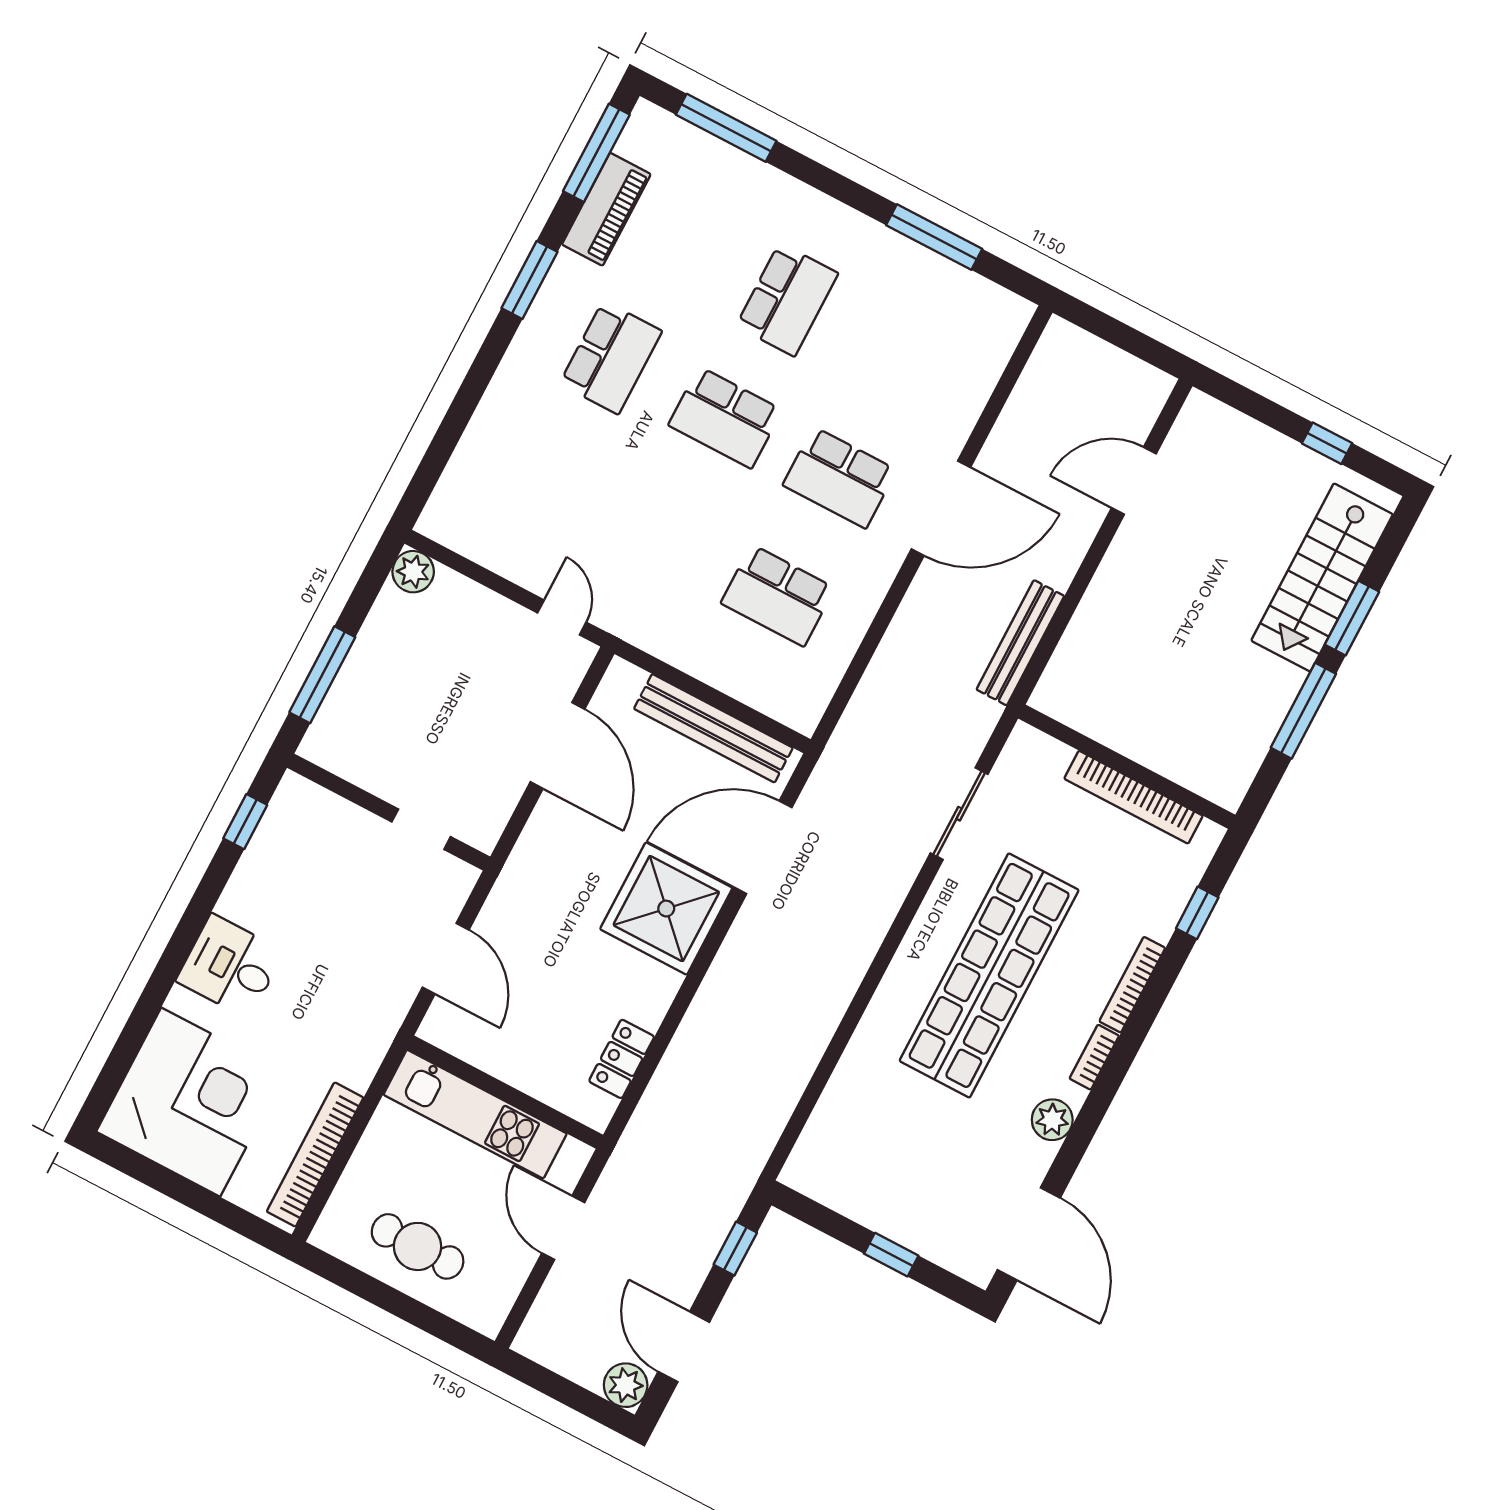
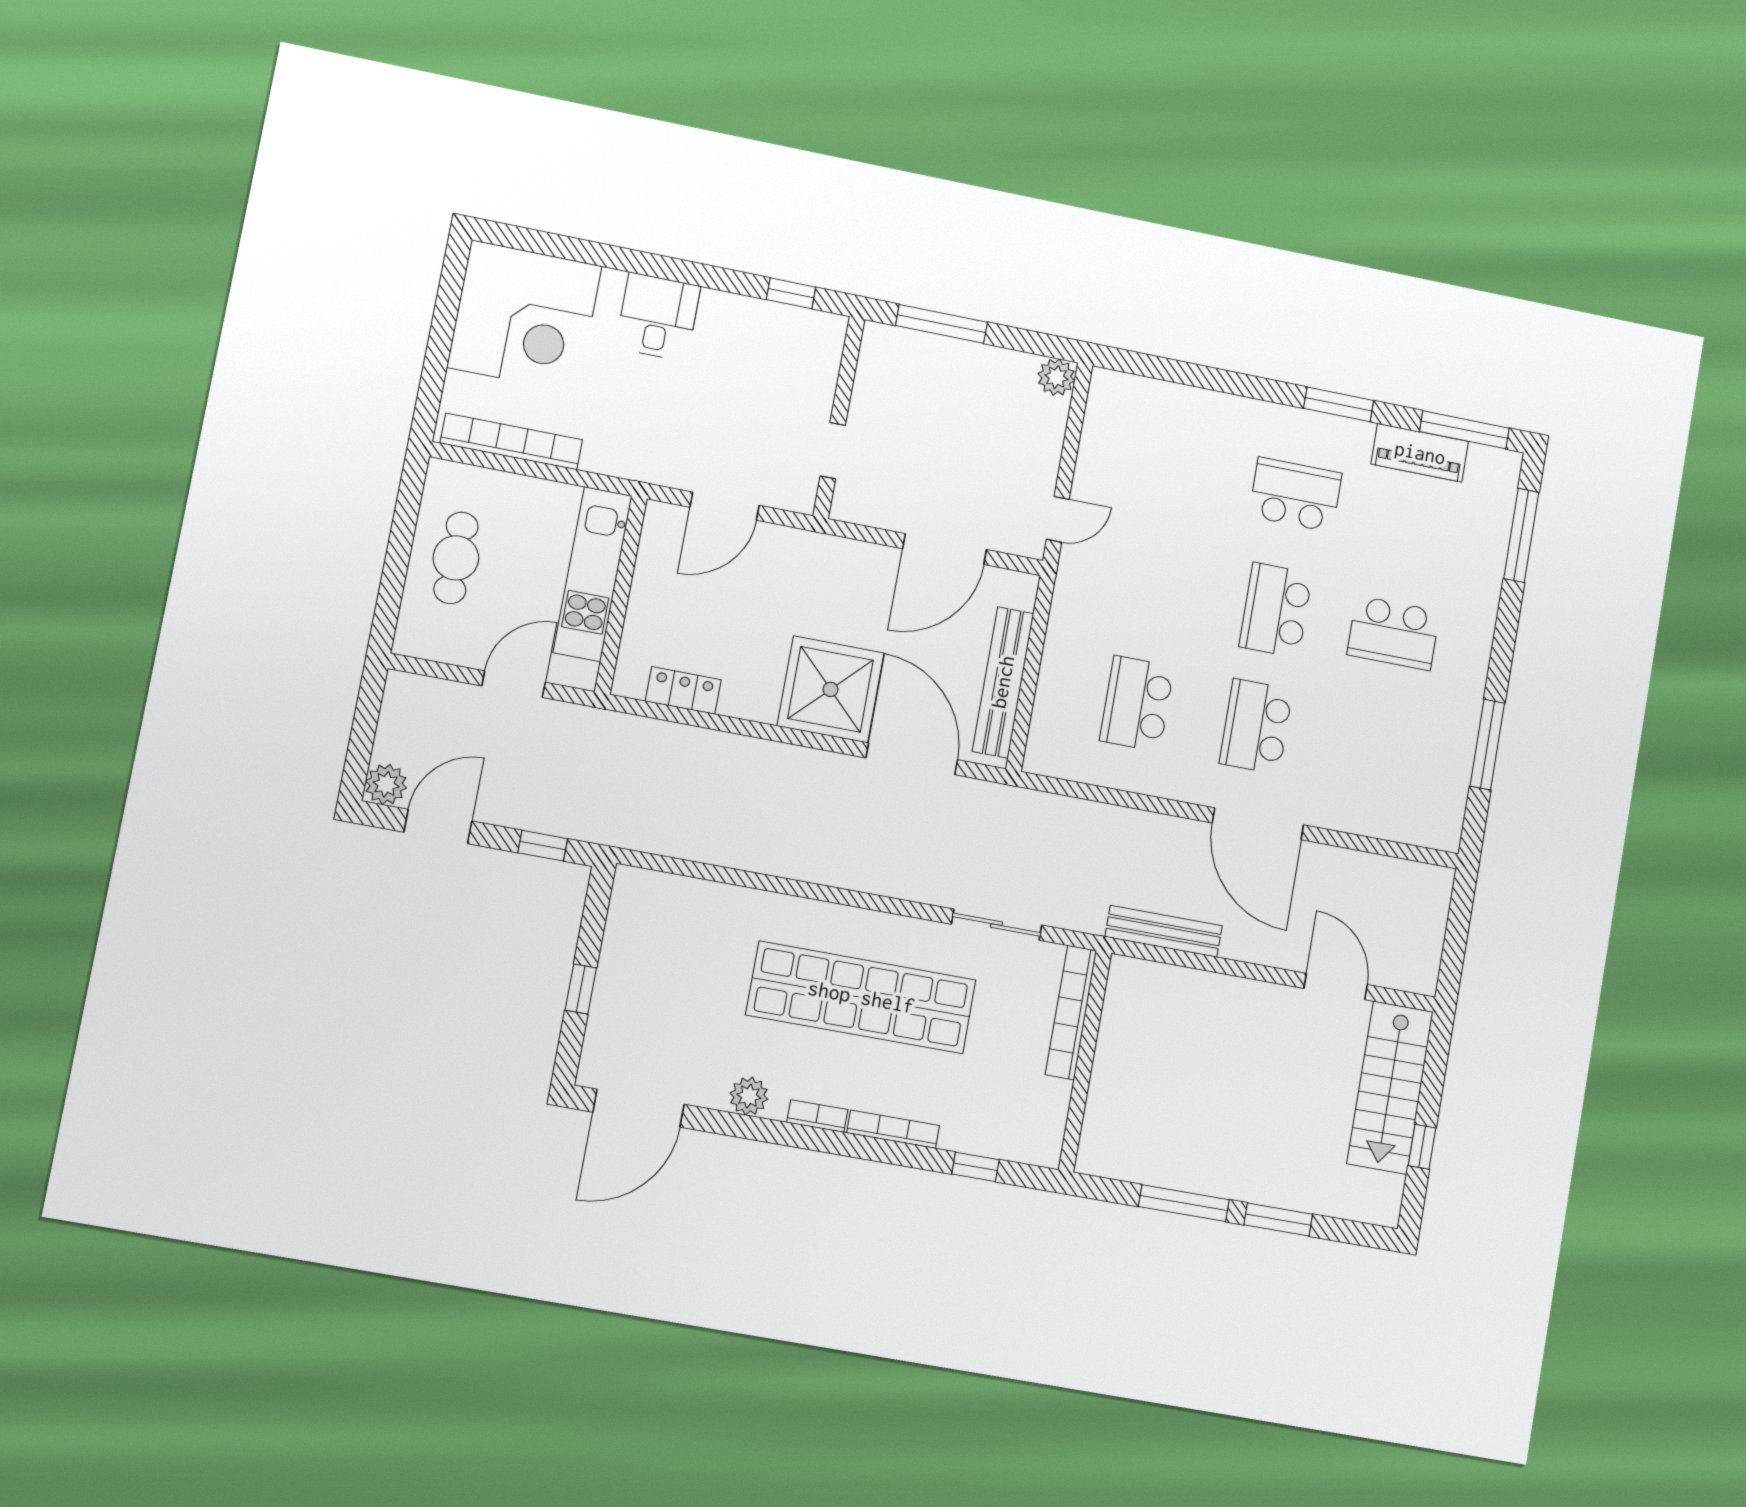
school desk: (611, 357) -> (1295, 495), turned 180
stairs: (1322, 577) -> (1390, 1088), moved, turned -90
bookcase: (1134, 797) -> (1071, 1013), moved

